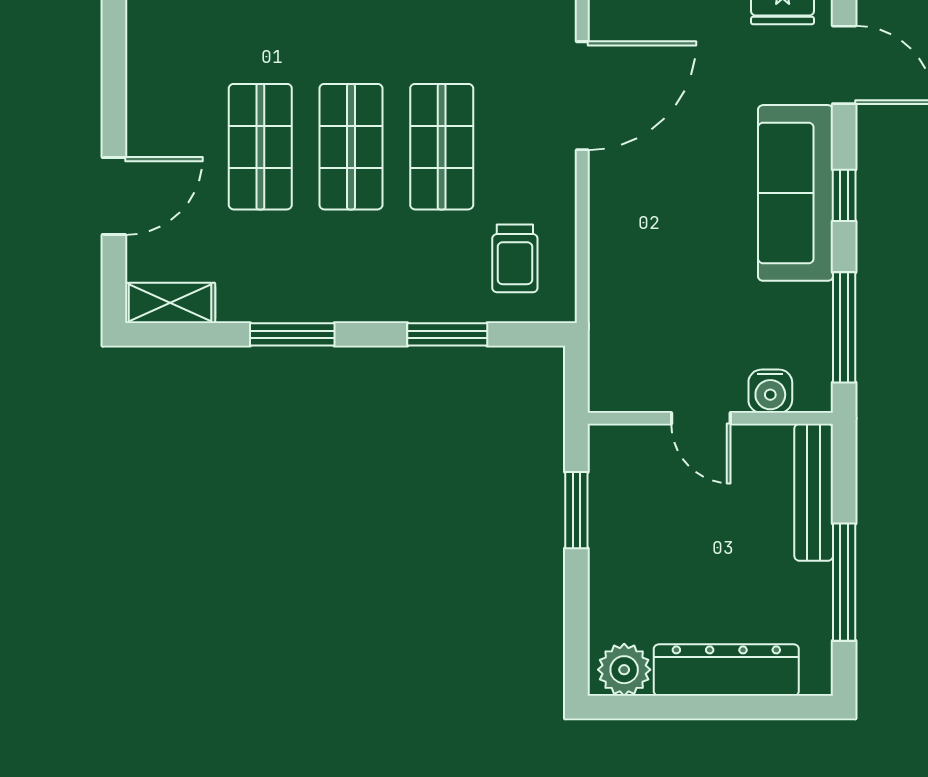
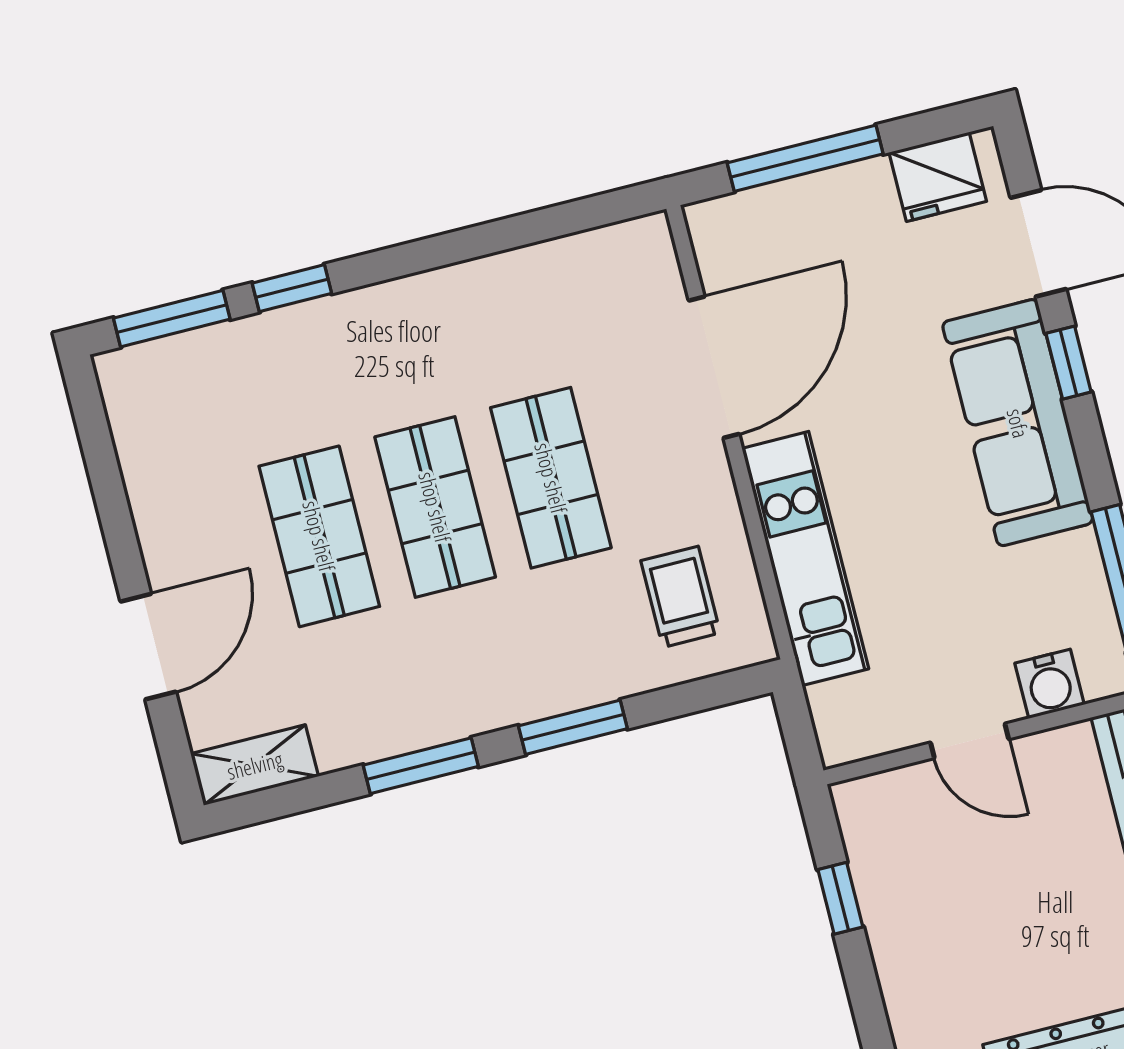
window: (844, 195) -> (1069, 363), moved
kitchen unit: (614, 253) -> (805, 559), added
trolley: (515, 258) -> (681, 597), turned 180
window: (447, 334) -> (573, 727), moved
window: (576, 510) -> (840, 898), width x0.67

